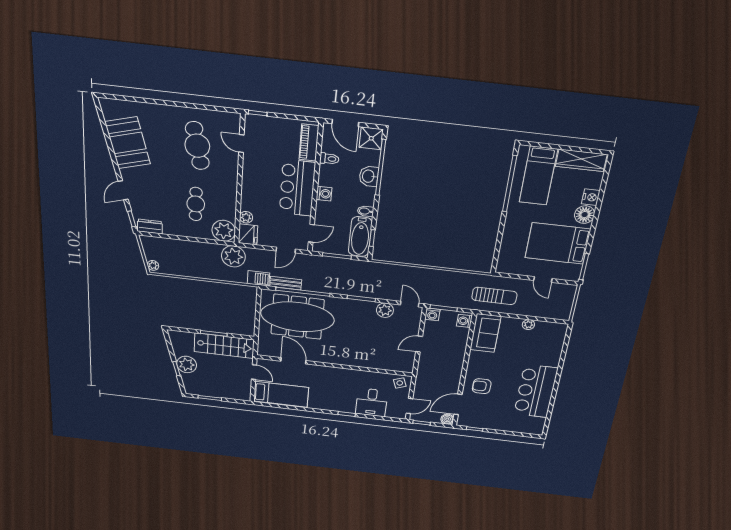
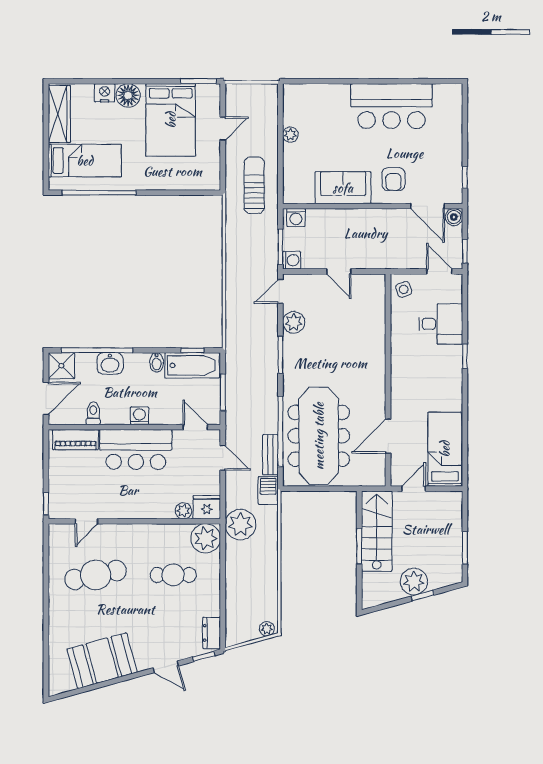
sofa: (485, 333) -> (343, 188), moved

